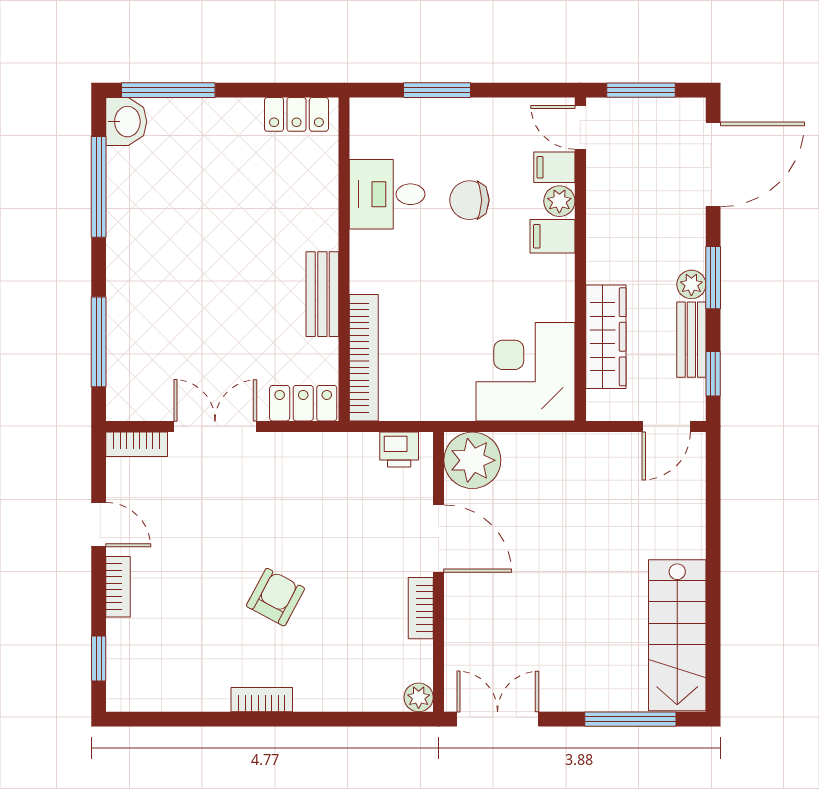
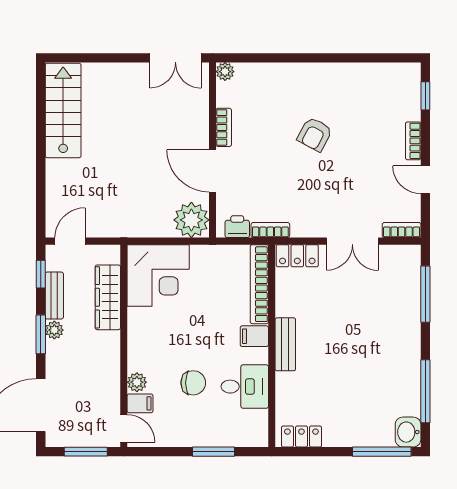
filing cabinet: (553, 236) -> (254, 336), moved, turned 180
bench: (322, 294) -> (285, 344), moved
bookcase: (262, 700) -> (270, 230), moved, turned 180
window: (630, 719) -> (93, 58), removed

